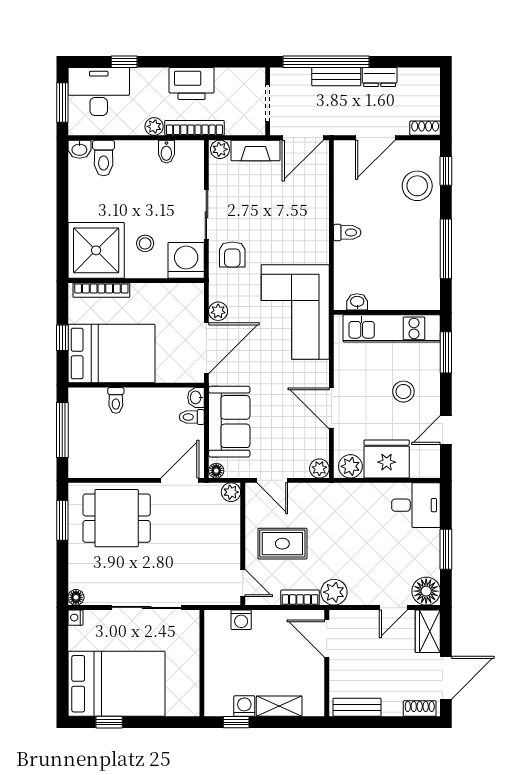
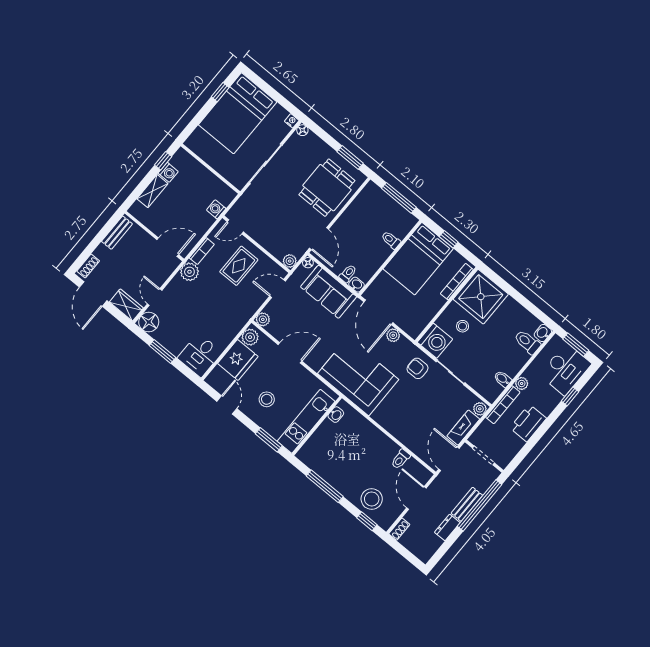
toilet: (347, 232) -> (401, 459), moved

